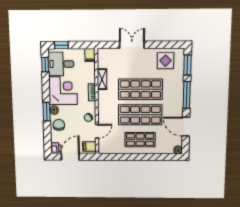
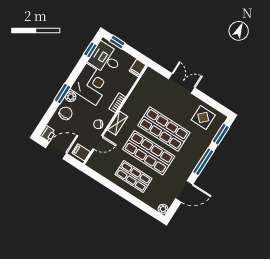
shelving: (102, 79) -> (117, 123), moved
door: (186, 127) -> (184, 191), swing flipped

